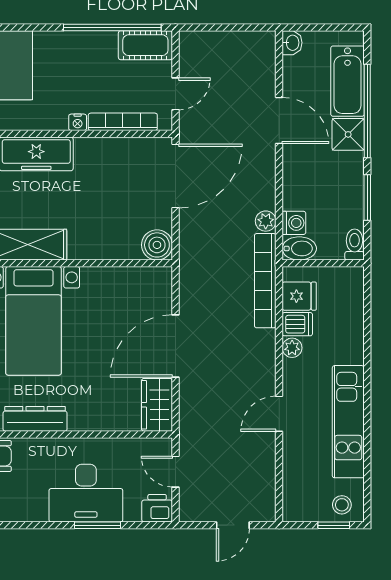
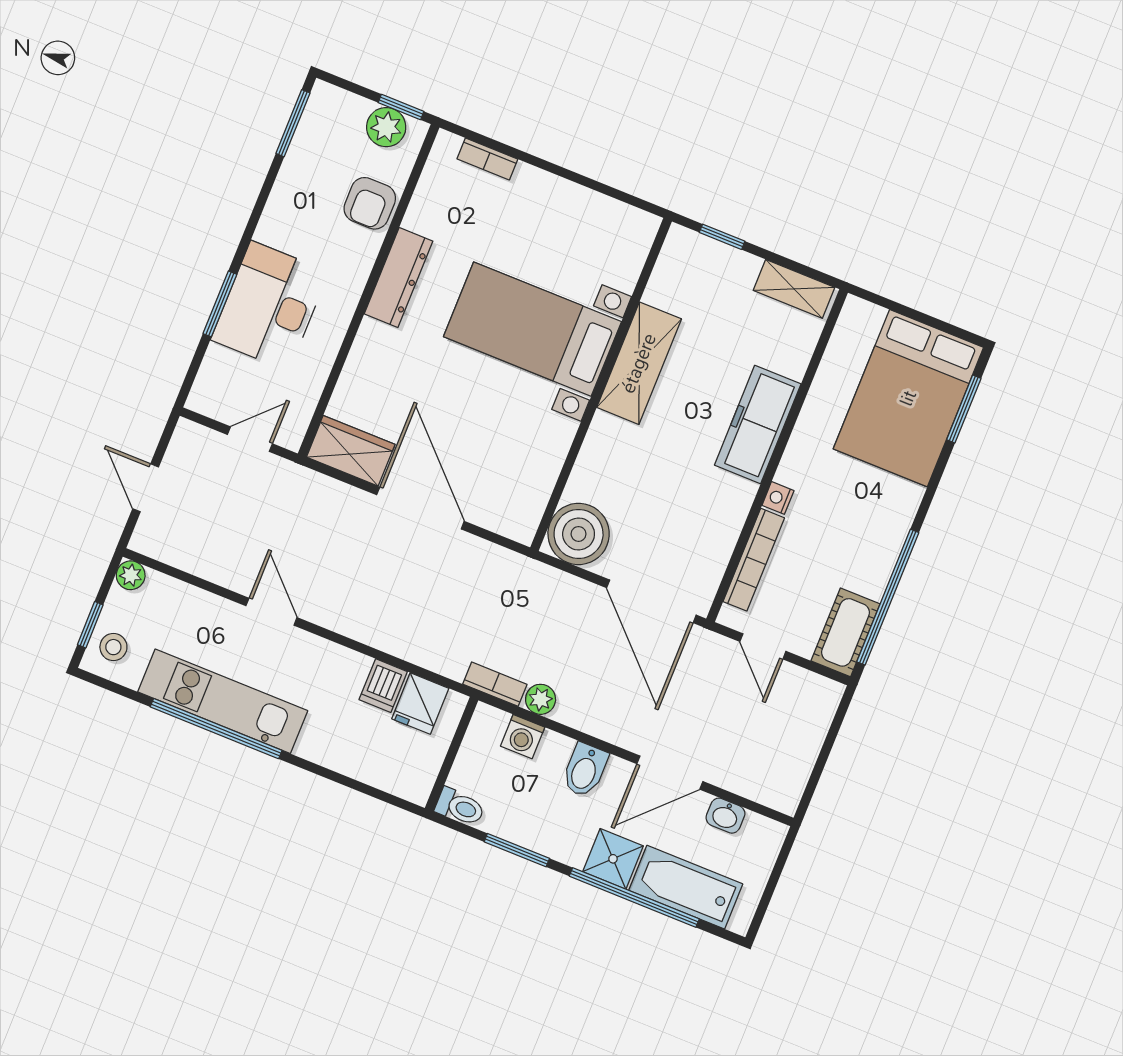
washbasin: (292, 43) -> (725, 816), moved
boiler: (157, 245) -> (579, 534), width x1.37, depth x1.37
bidet: (299, 248) -> (585, 770), moved
bookcase: (265, 281) -> (495, 684), width x0.43, depth x0.76
plant: (292, 348) -> (131, 575), moved
window: (367, 419) -> (216, 729), added
printer: (157, 508) -> (210, 394), removed

